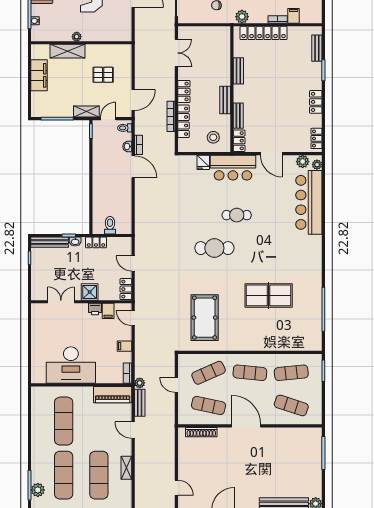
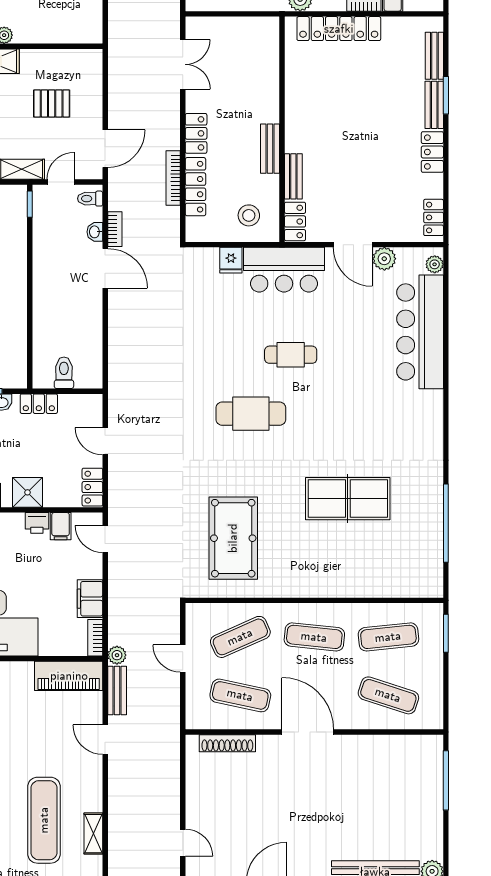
bench: (238, 71) -> (434, 105), moved
plant: (303, 162) -> (384, 259), moved
filing cabinet: (125, 346) -> (90, 599), width x2.00
shelving: (126, 468) -> (93, 834), moved

